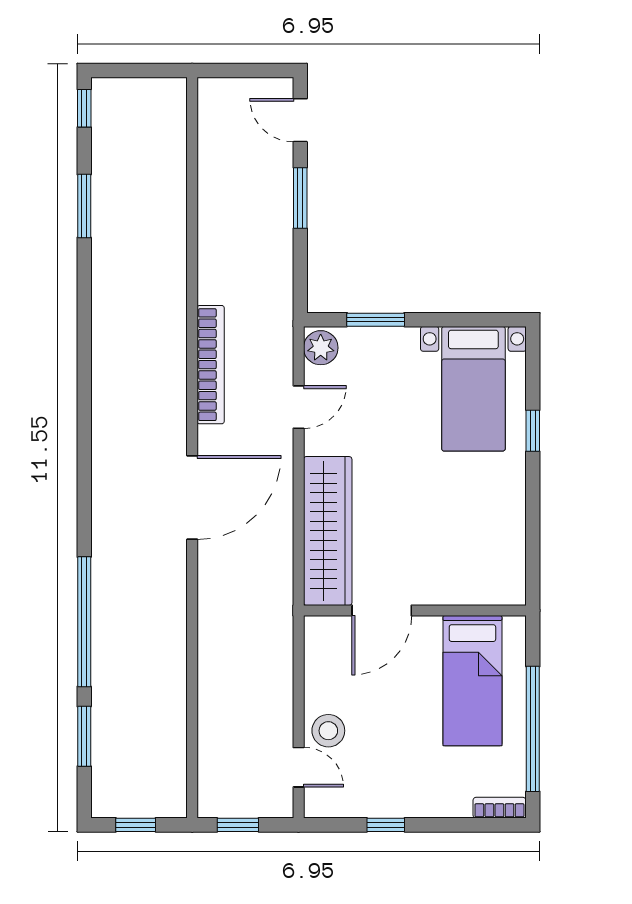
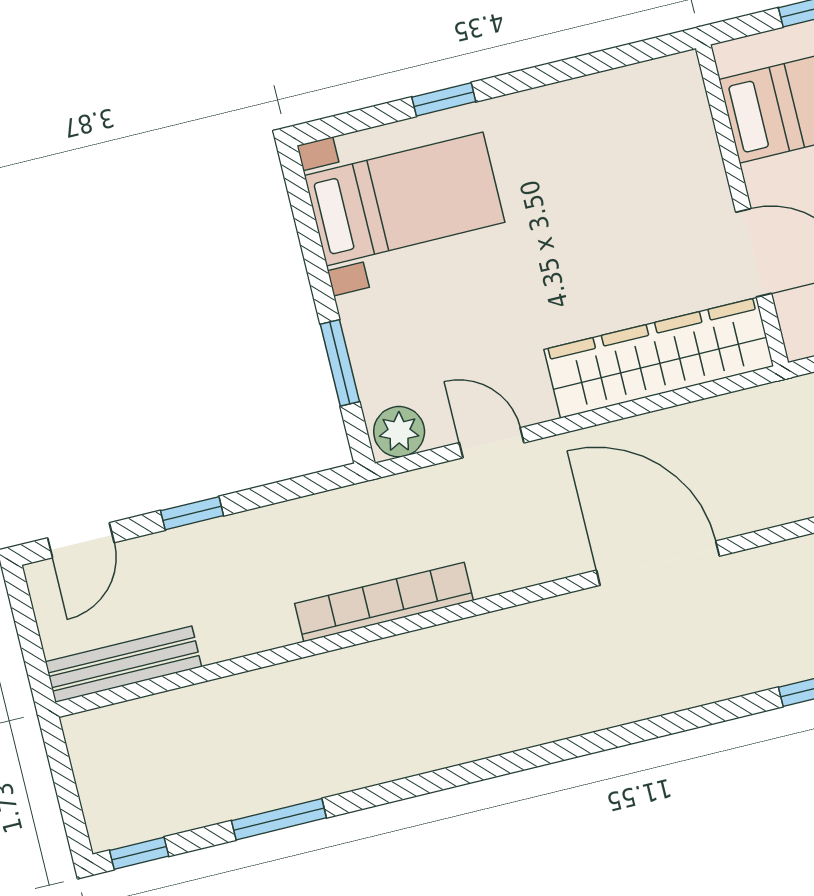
bench: (212, 128) -> (123, 664), added
window: (300, 198) -> (192, 513), width x0.67
bookcase: (211, 365) -> (384, 602), moved

